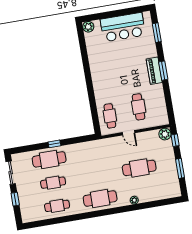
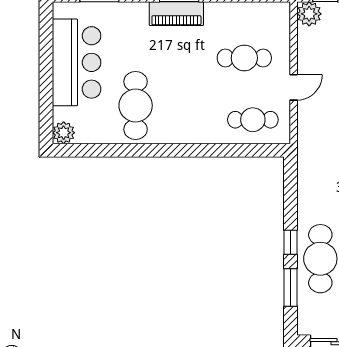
cafe table: (107, 59) -> (136, 106), added
window: (33, 147) -> (290, 288), added

